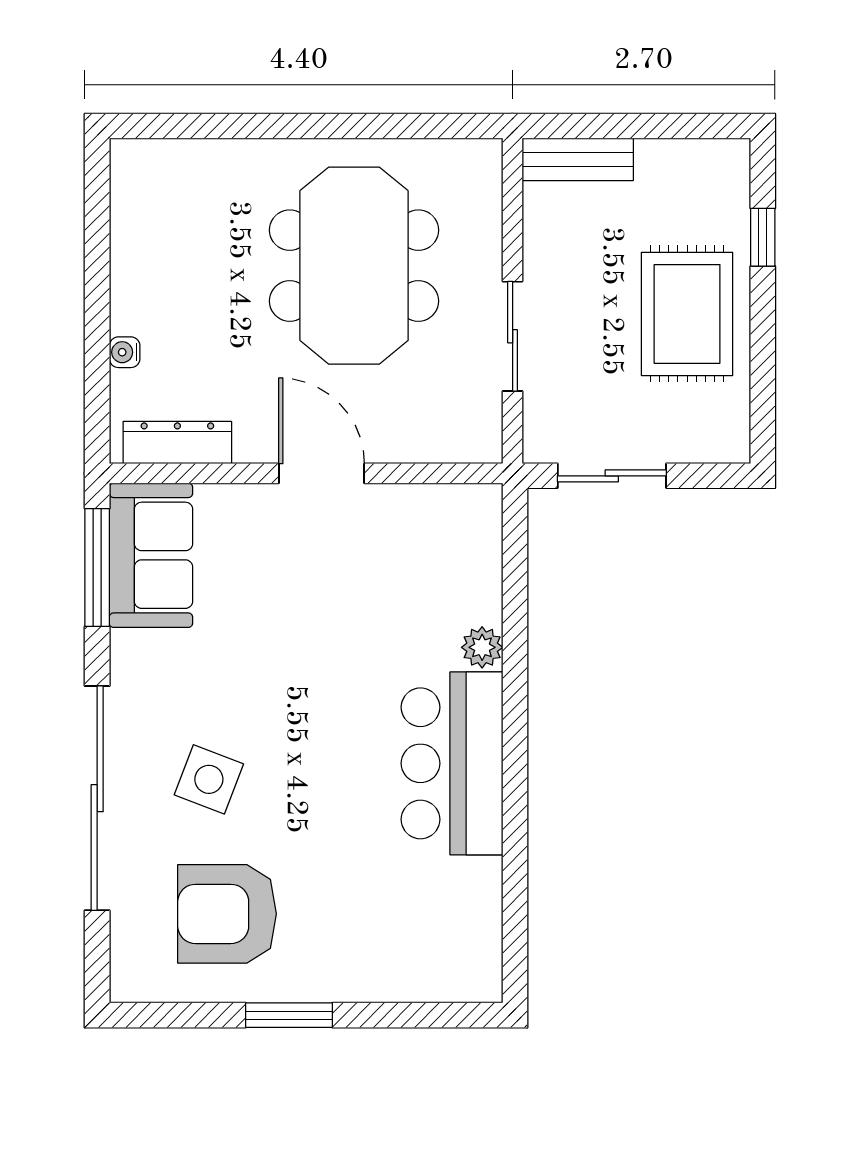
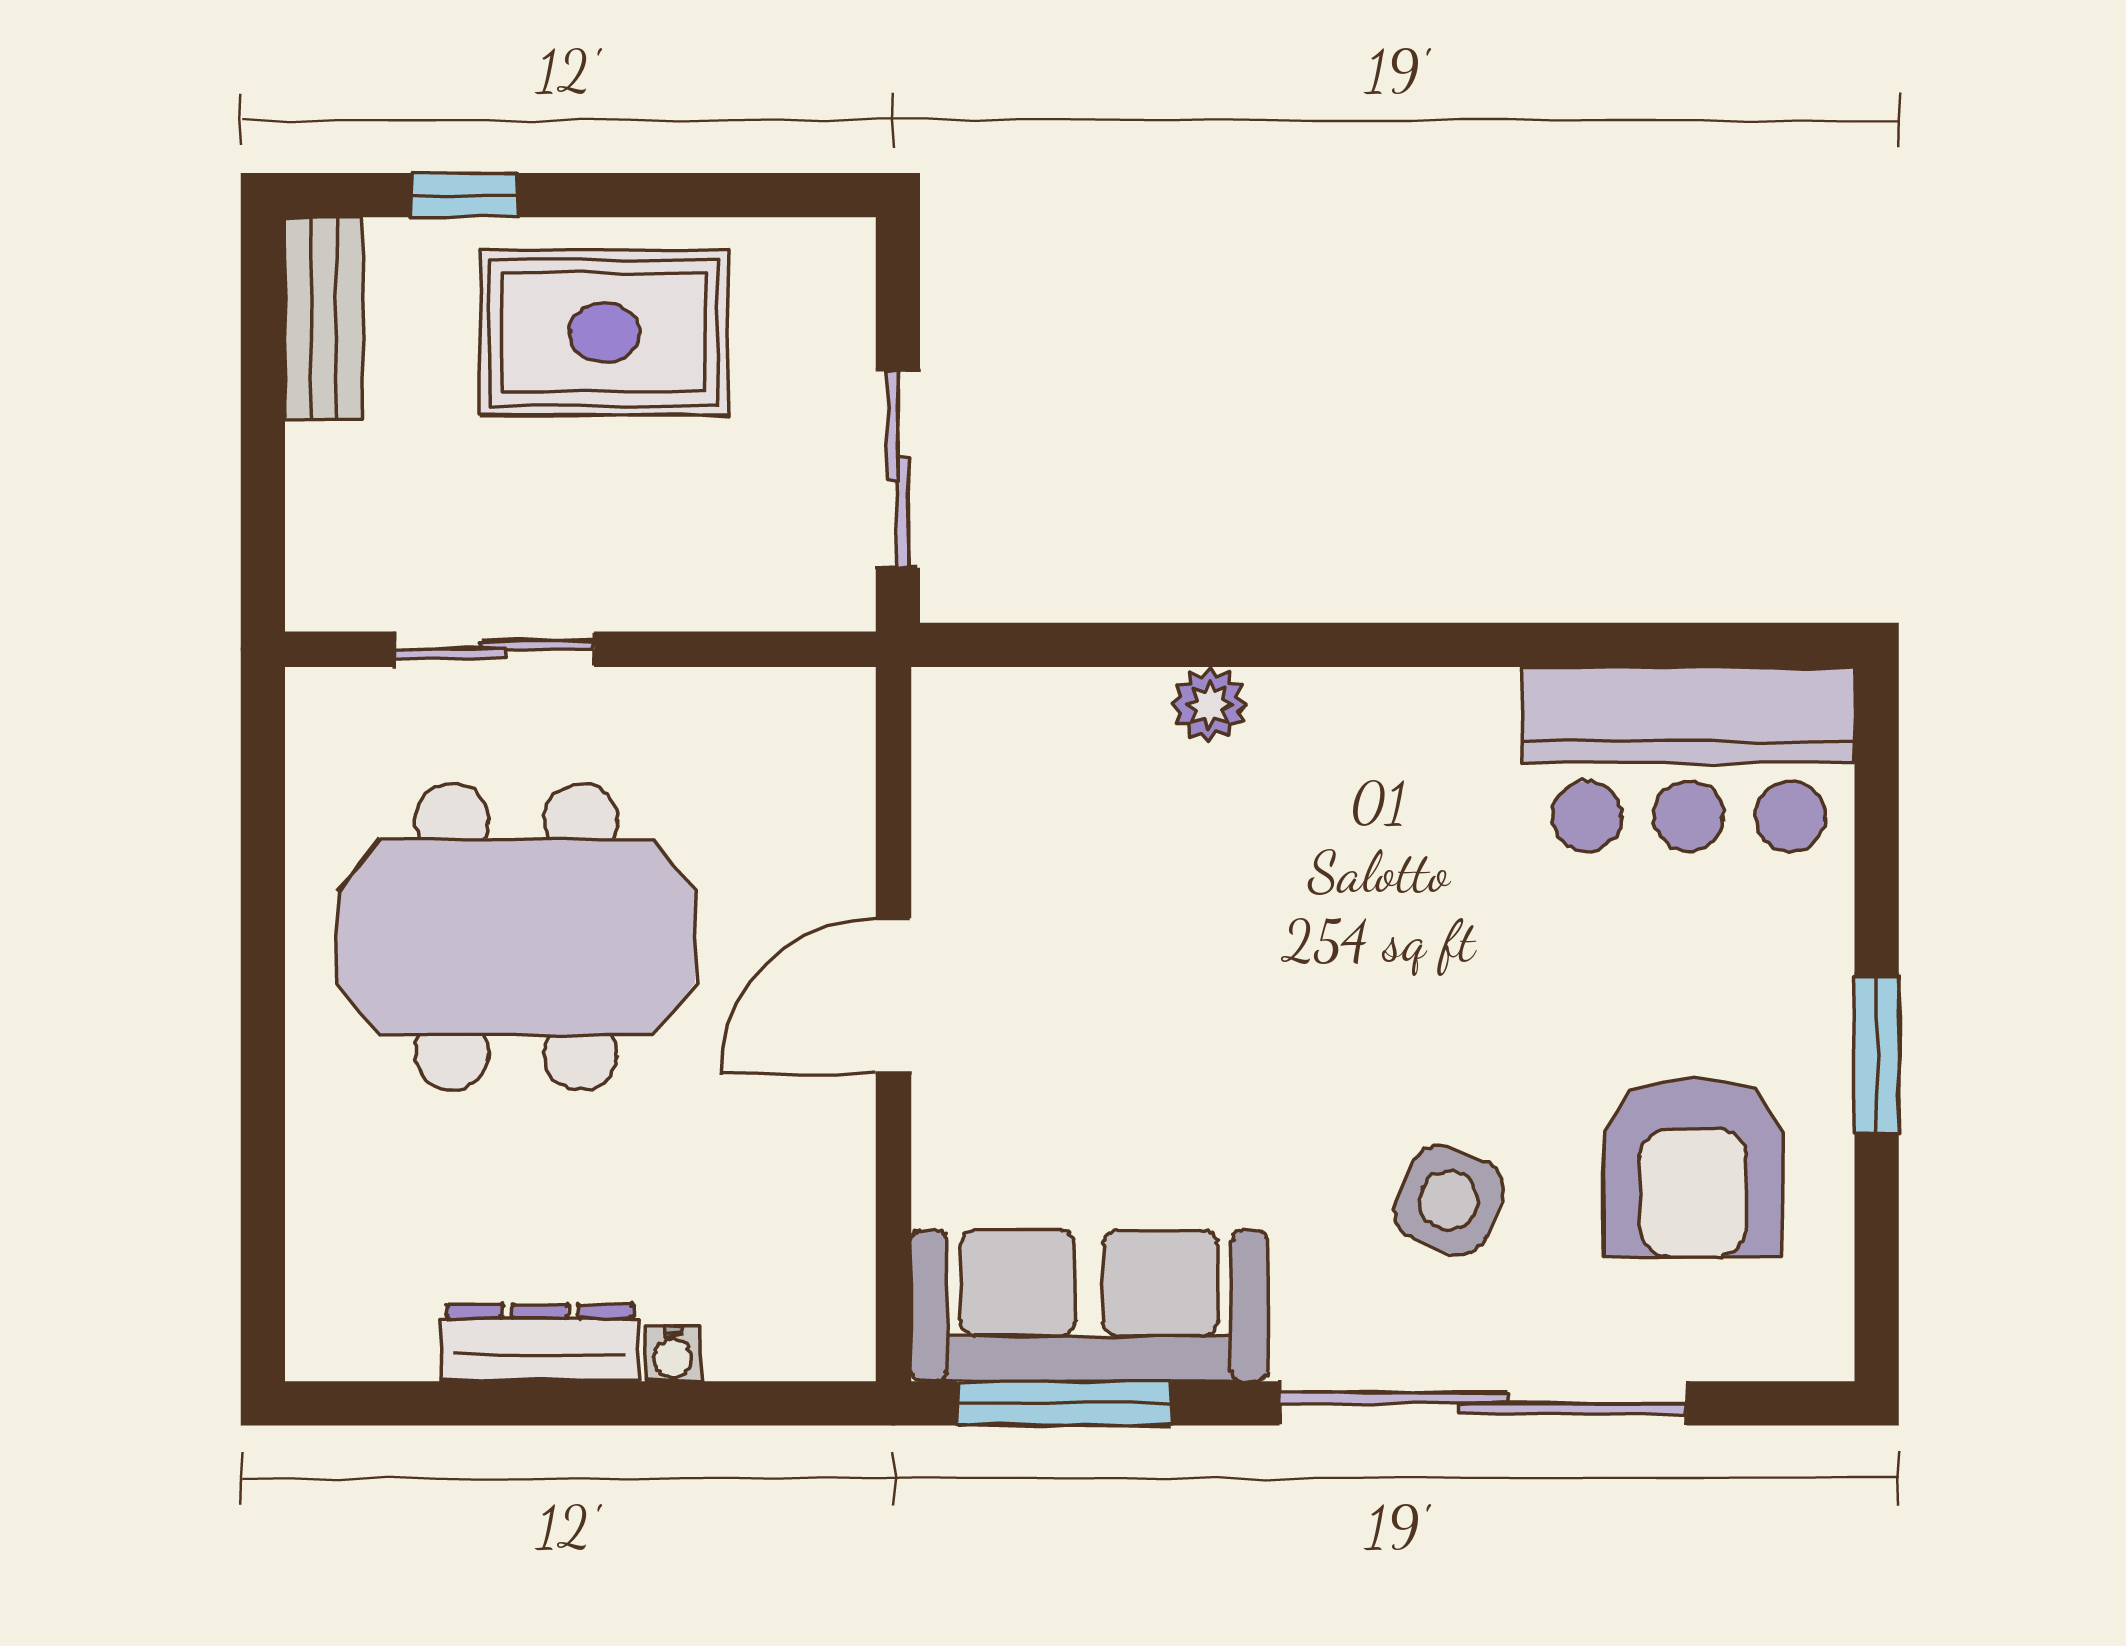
bench: (578, 159) -> (323, 318), moved
sliding door: (513, 336) -> (494, 649), moved
dresser: (177, 442) -> (540, 1343), moved, turned 90
sofa: (151, 555) -> (1089, 1306), width x1.36
bar counter: (452, 763) -> (1689, 759), moved

